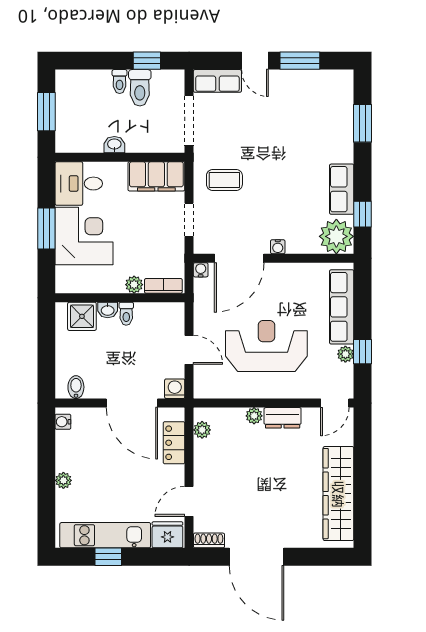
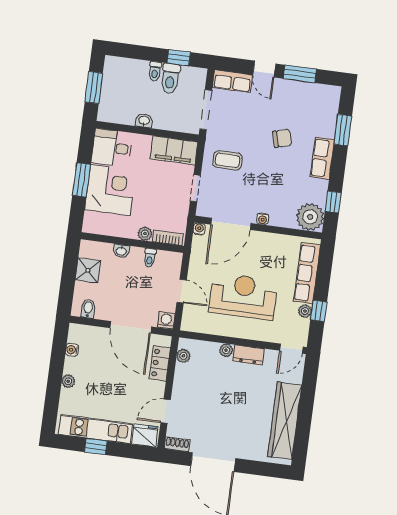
chair: (289, 144) -> (282, 138), added
row of seats: (342, 189) -> (322, 158), moved
toilet: (126, 314) -> (150, 258), moved
shower: (82, 316) -> (88, 270), moved
water cooler: (63, 422) -> (72, 350), moved

